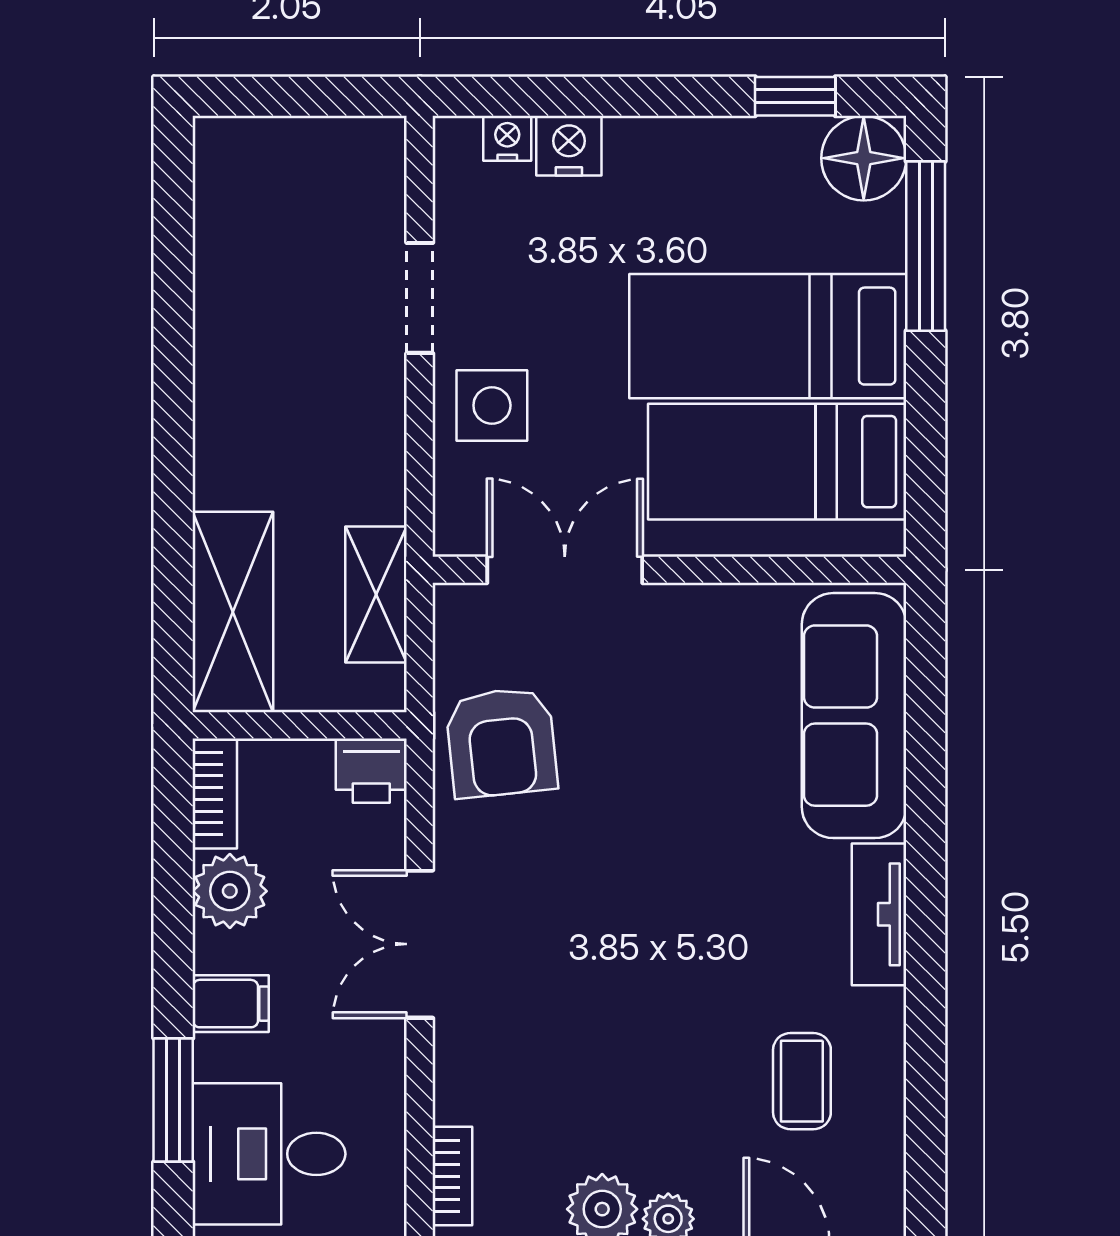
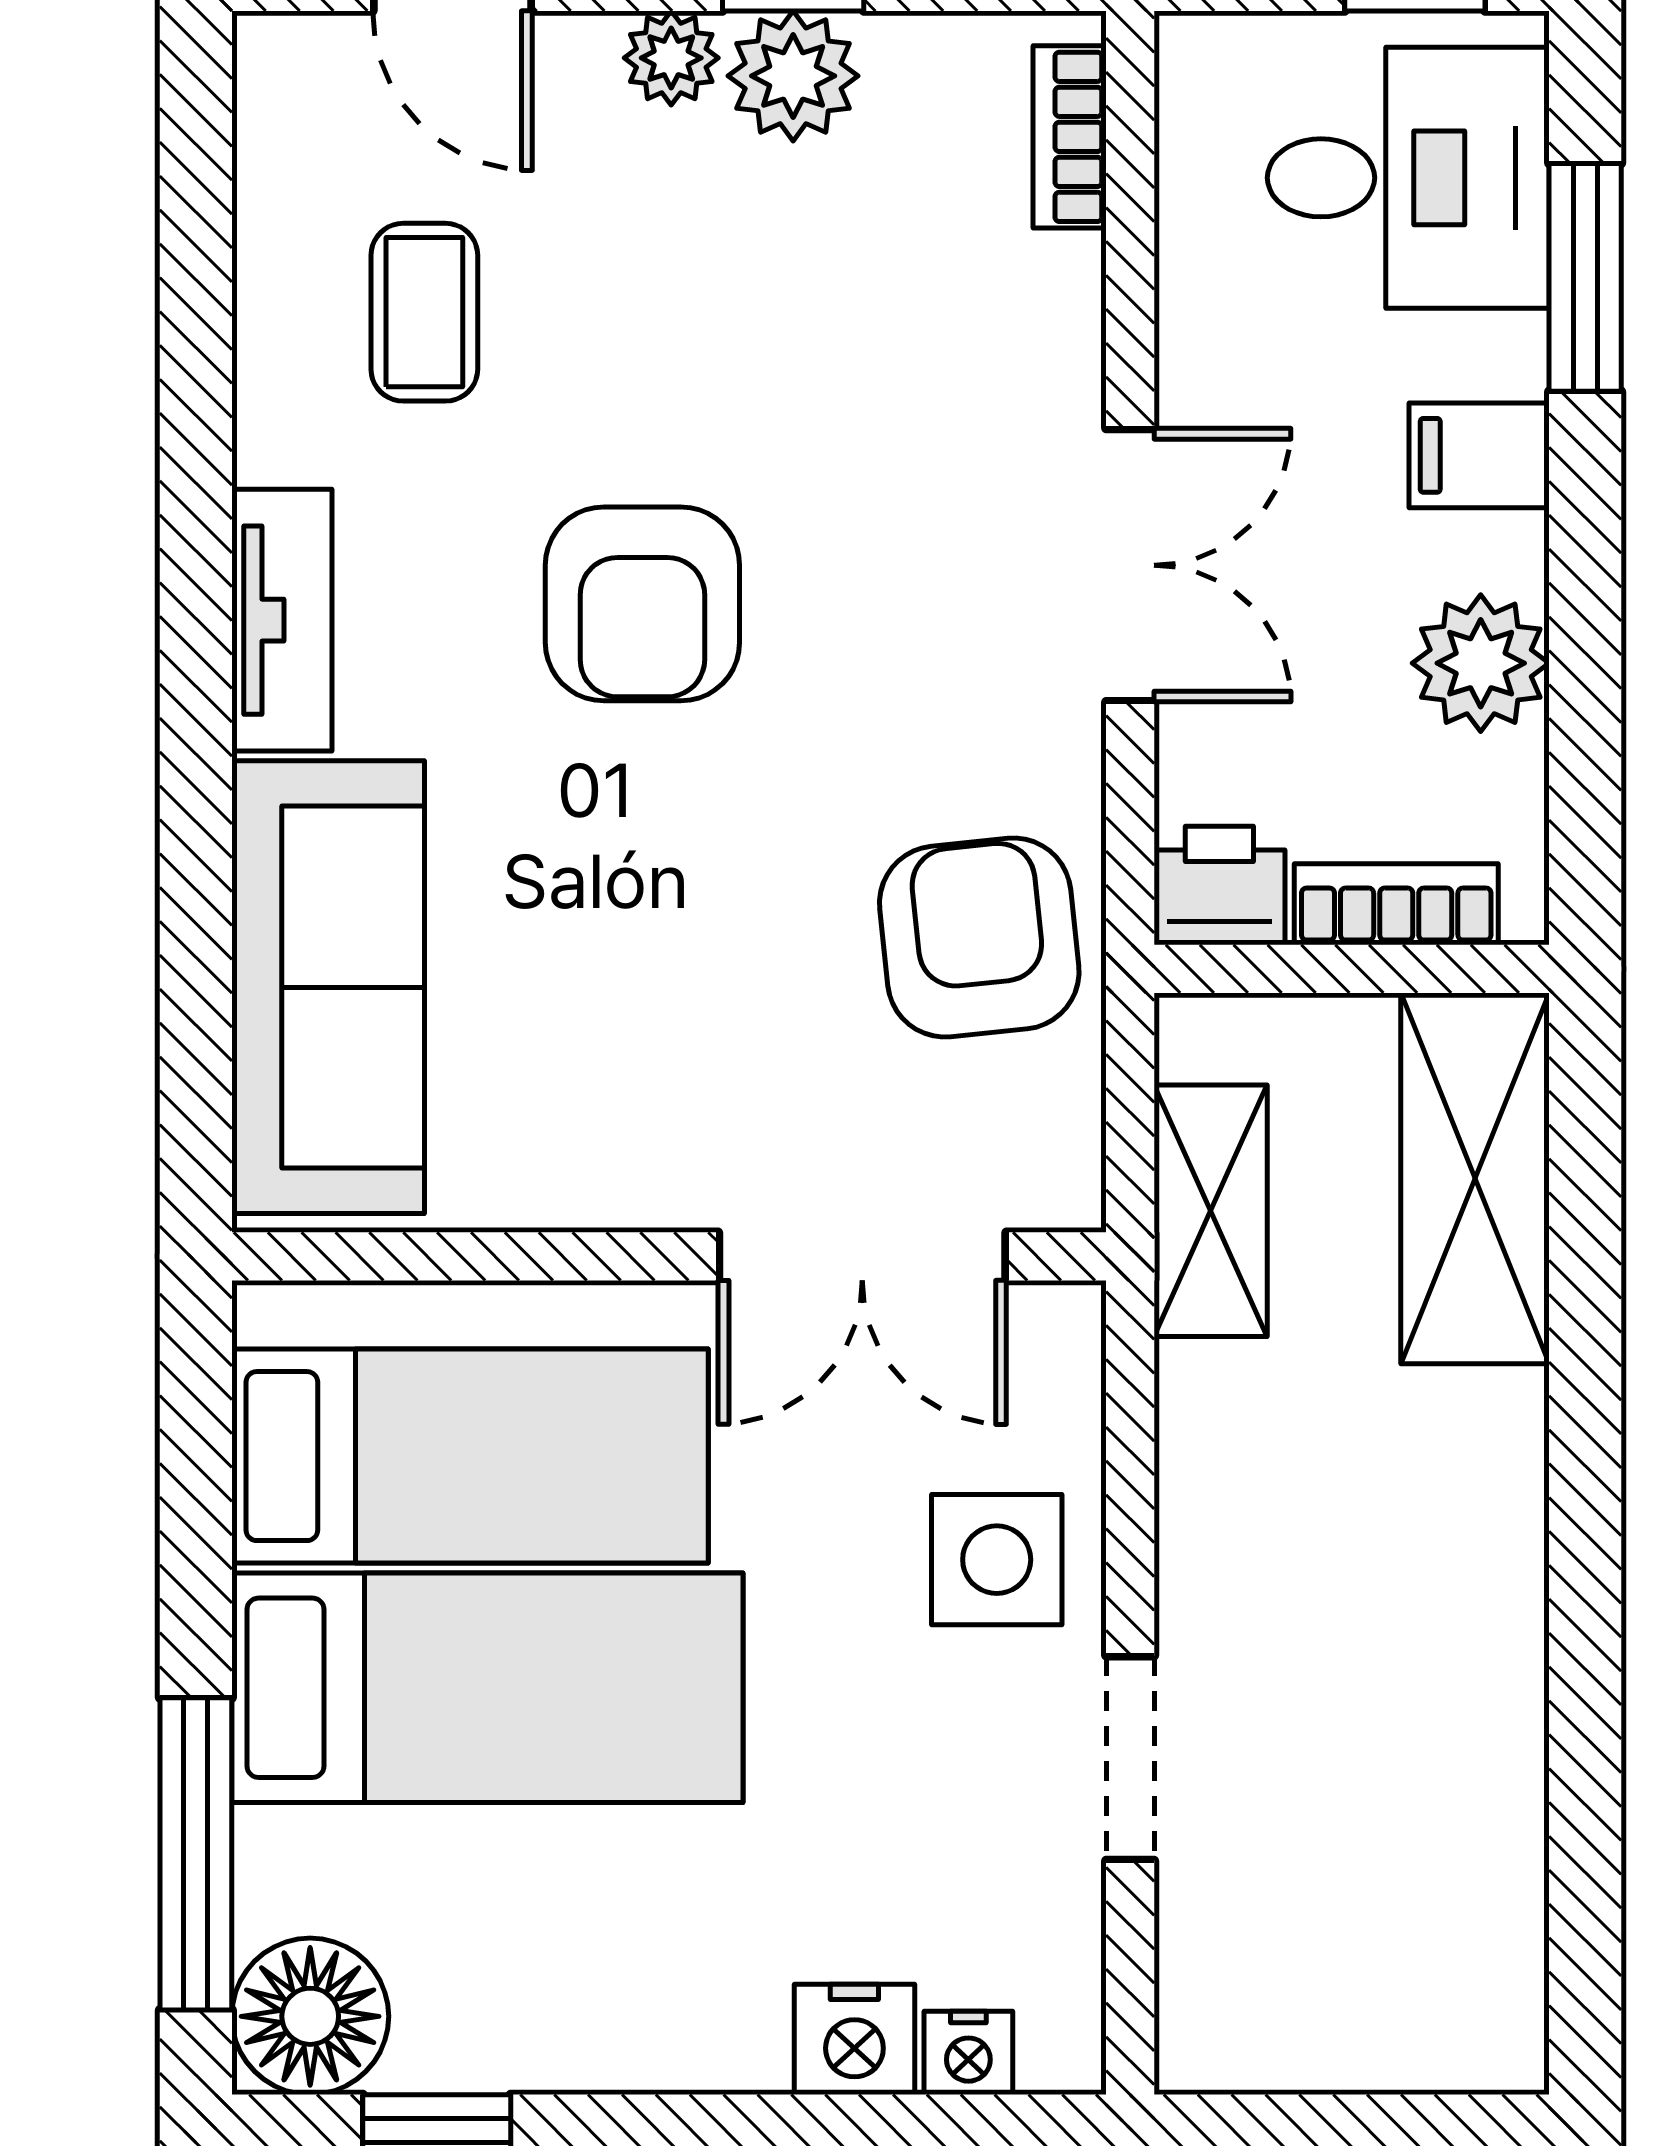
bookcase: (215, 794) -> (1396, 904), moved, turned 90
armchair: (684, 923) -> (642, 604), added

